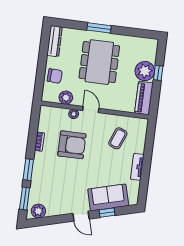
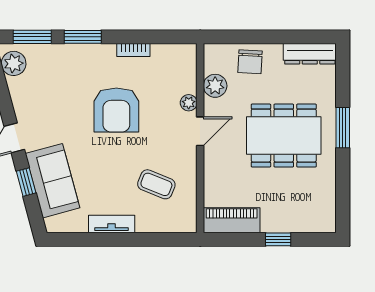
plant: (145, 71) -> (278, 216), removed
armchair: (72, 145) -> (116, 110), moved

